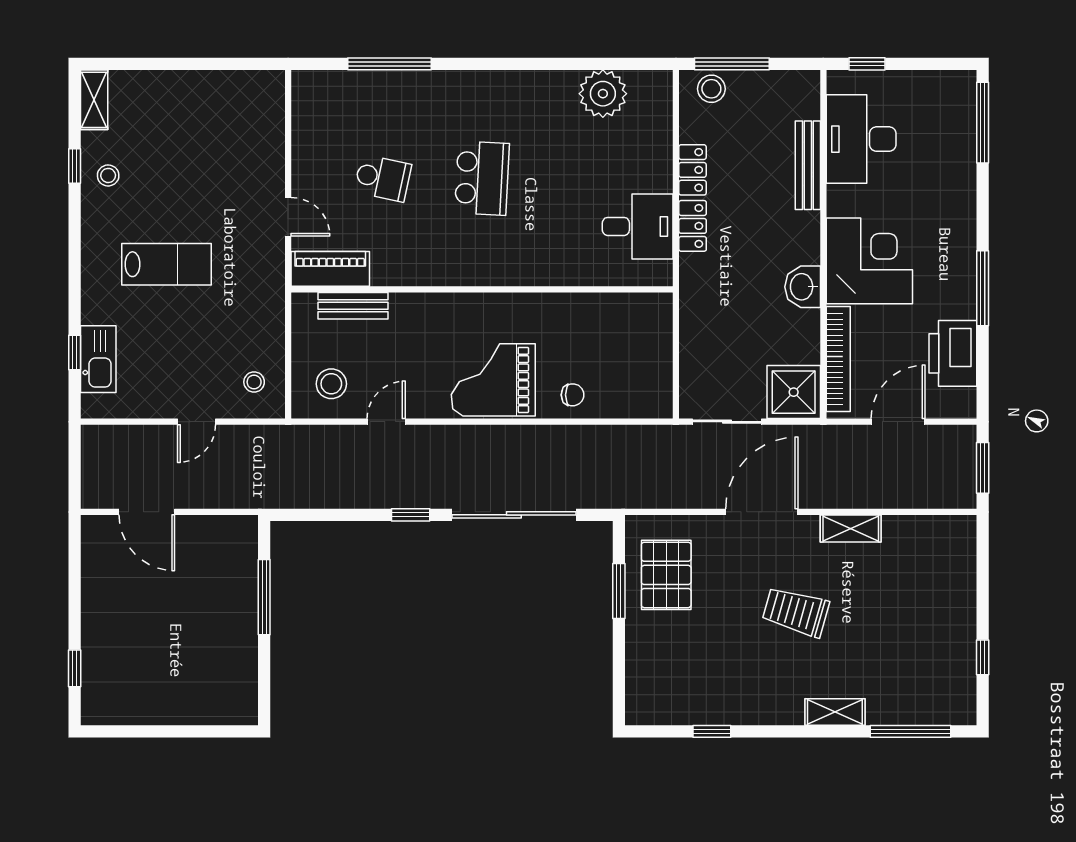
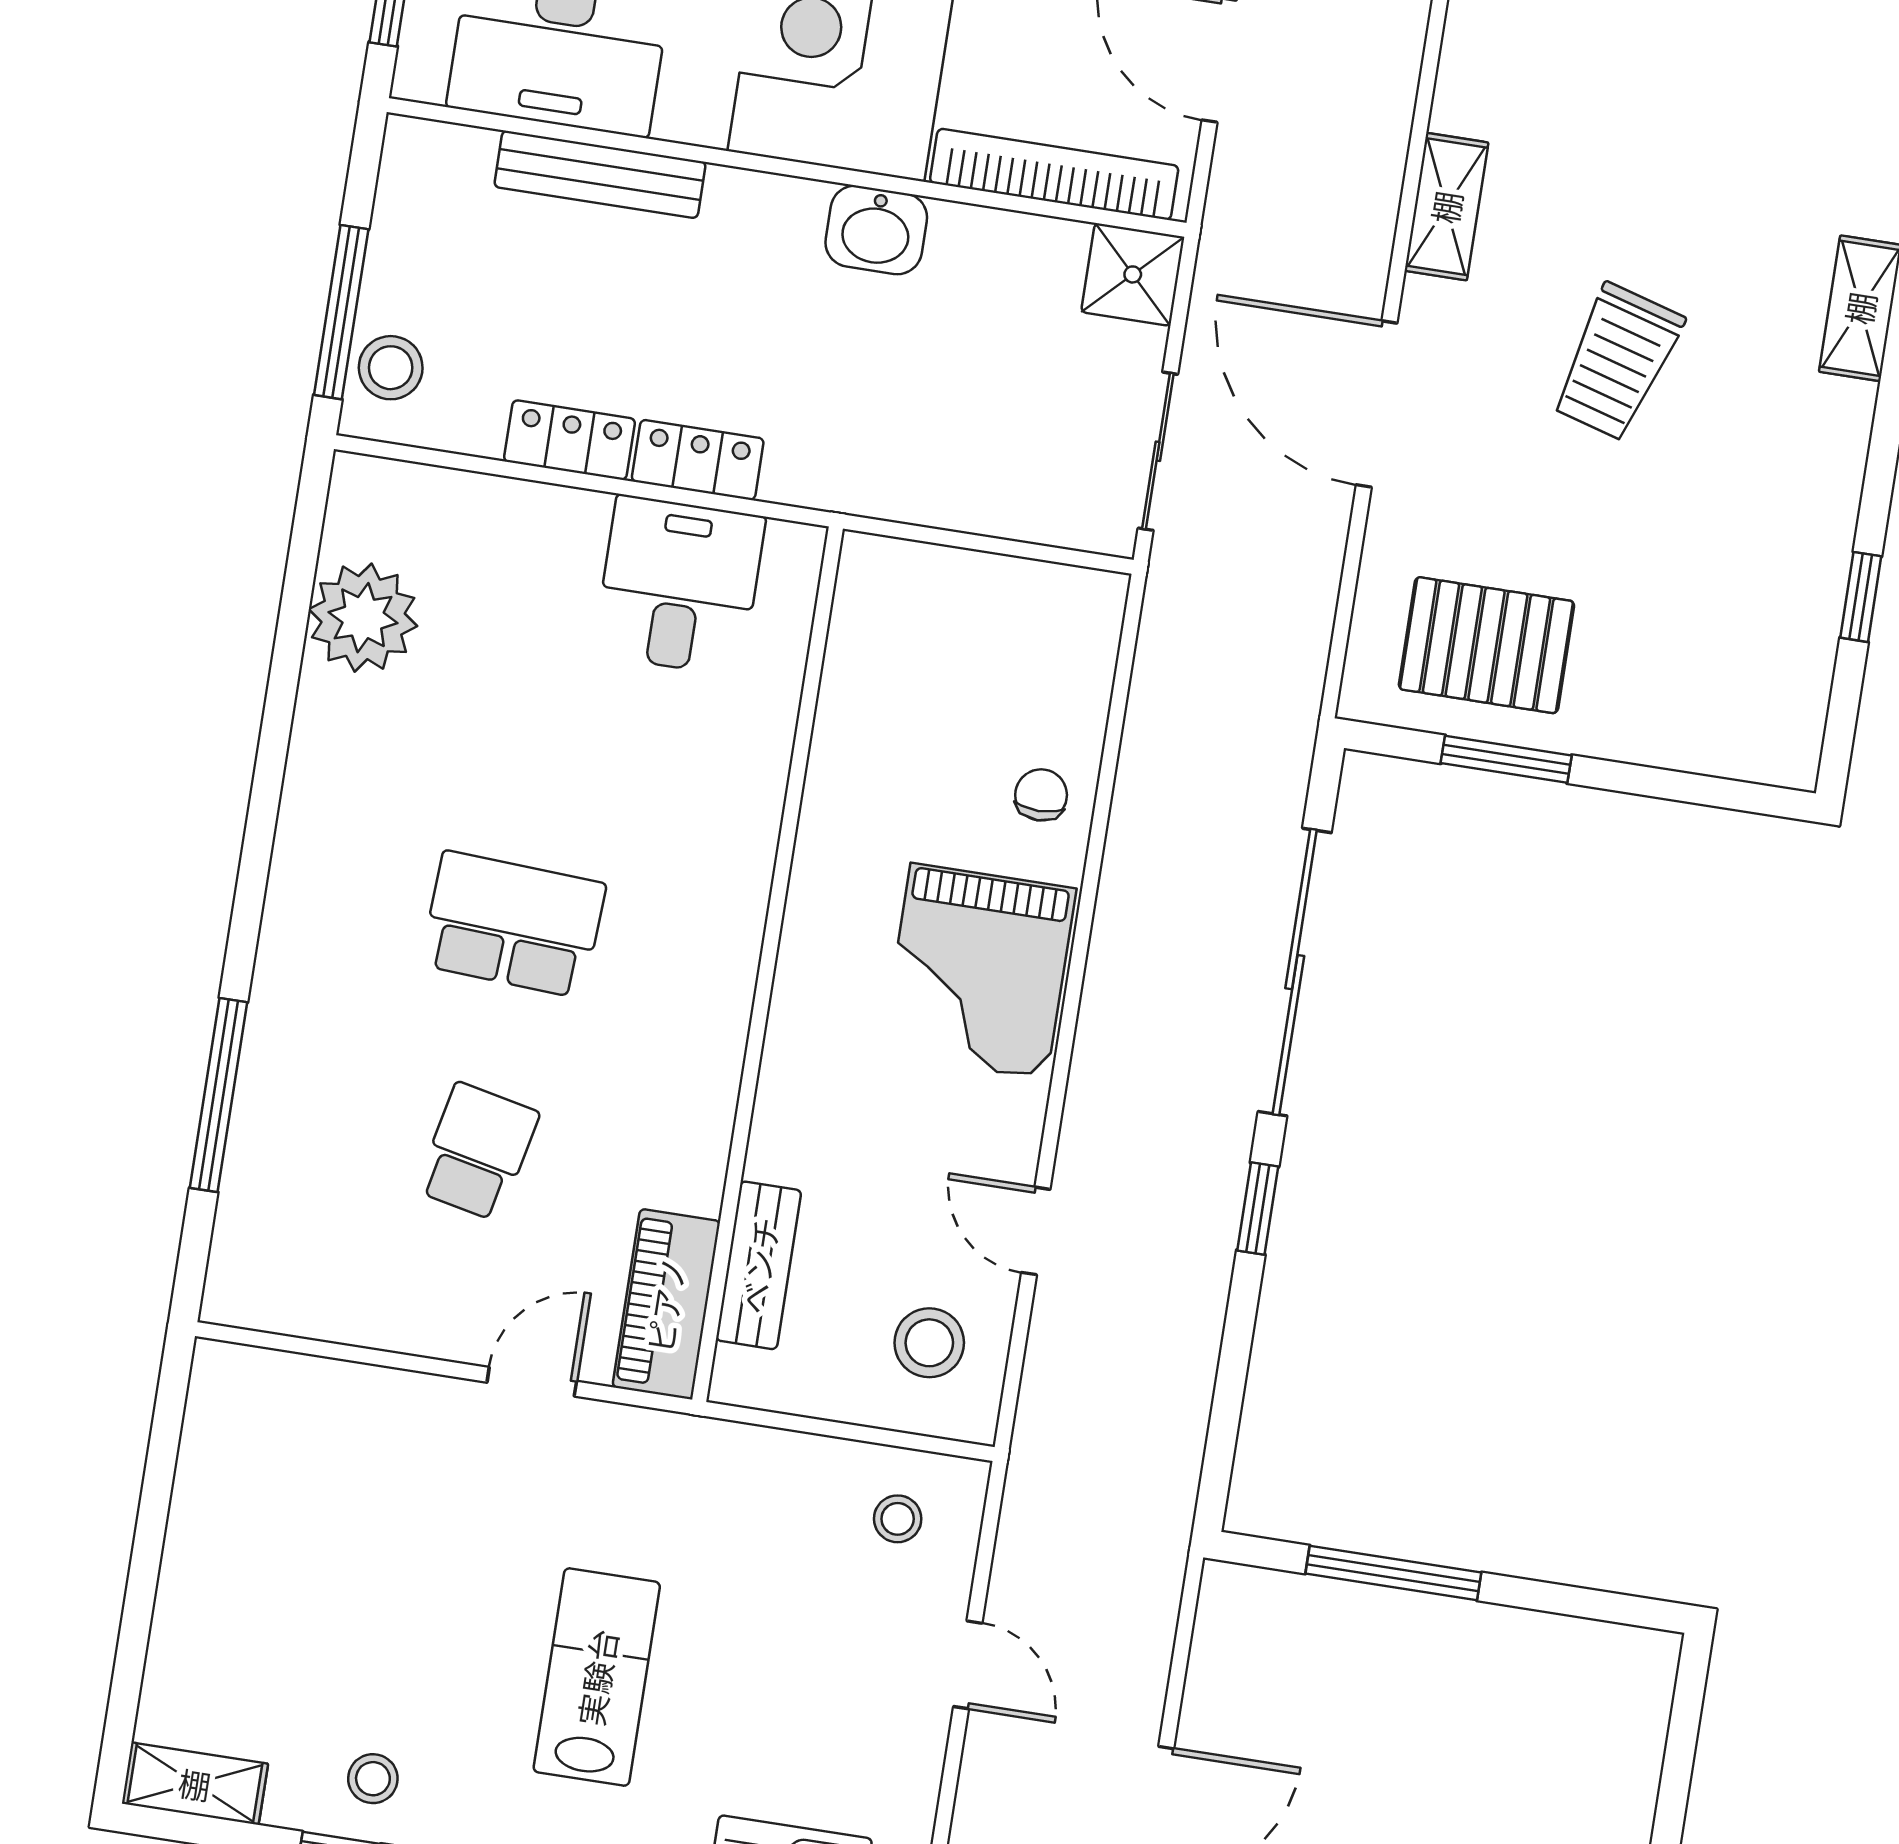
shower: (794, 392) -> (1133, 274), width x0.73, depth x0.73

